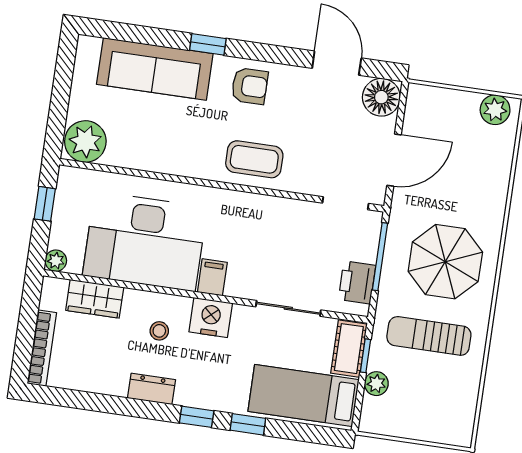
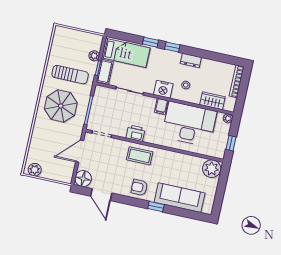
printer: (357, 282) -> (135, 133), moved, turned -90

